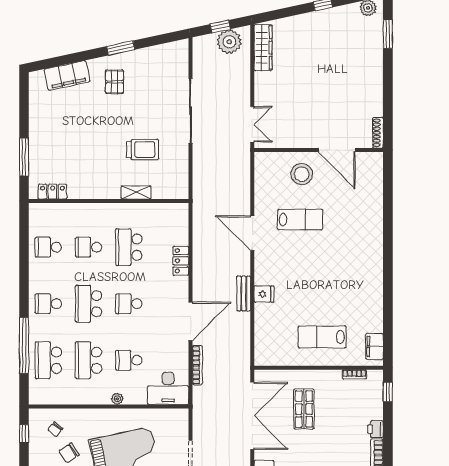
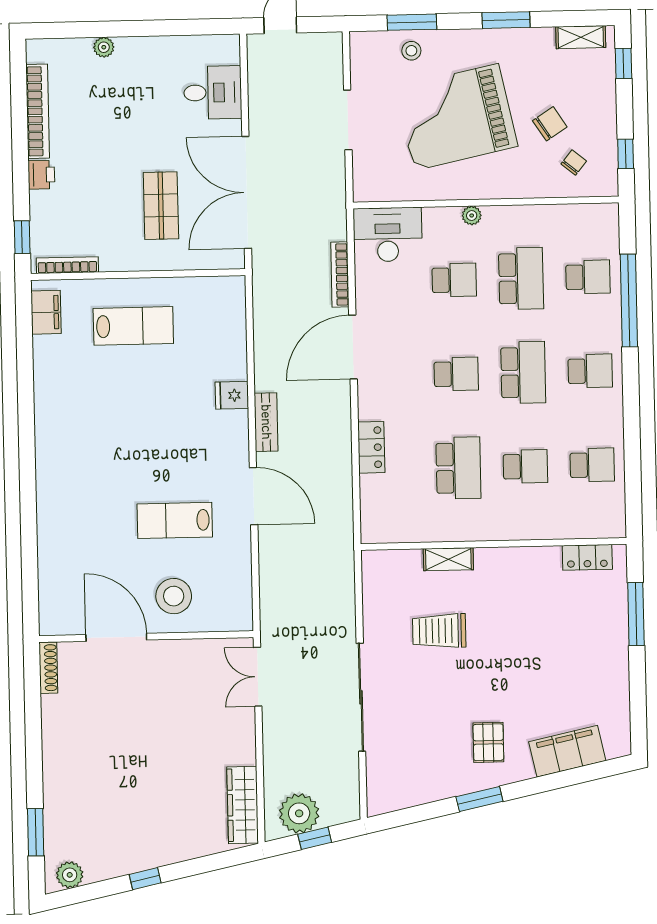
bench: (244, 293) -> (266, 422), moved
school desk: (48, 360) -> (588, 277), width x0.54
bookcase: (354, 374) -> (67, 265), width x1.56

